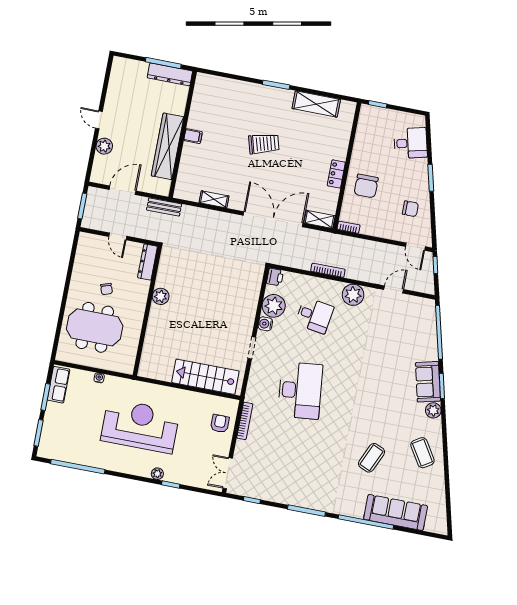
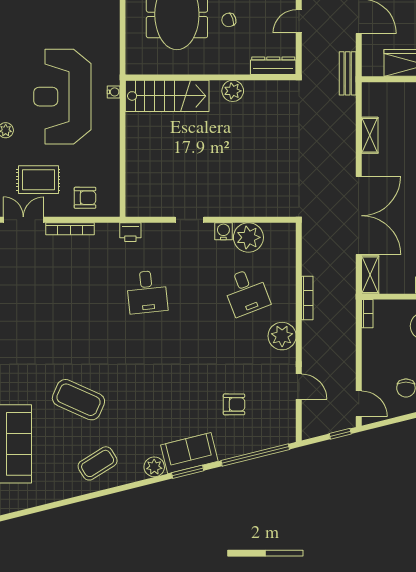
door: (415, 247) -> (359, 404), swing flipped
printer: (275, 277) -> (130, 232), moved
desk: (315, 315) -> (246, 292), turned -30
armchair: (398, 341) -> (234, 404), added
stairs: (205, 377) -> (167, 96), moved, turned 90
water cooler: (99, 378) -> (114, 92), moved
desk: (300, 390) -> (147, 292), width x0.53, depth x0.77
bookcase: (245, 421) -> (70, 229), moved
reception desk: (140, 426) -> (62, 97), turned 180
rug: (199, 456) -> (38, 180), added
coffee table: (372, 458) -> (78, 400), width x1.36, depth x1.32

